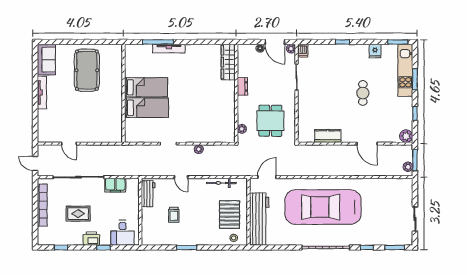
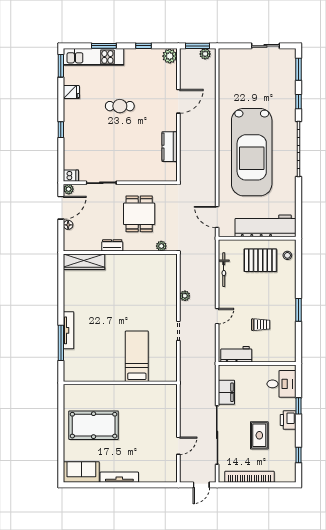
bed: (146, 87) -> (113, 357), removed
dining table: (270, 121) -> (139, 214), moved, turned 90

